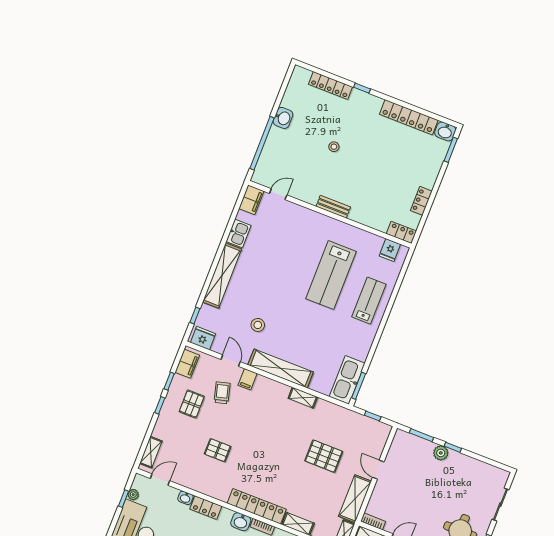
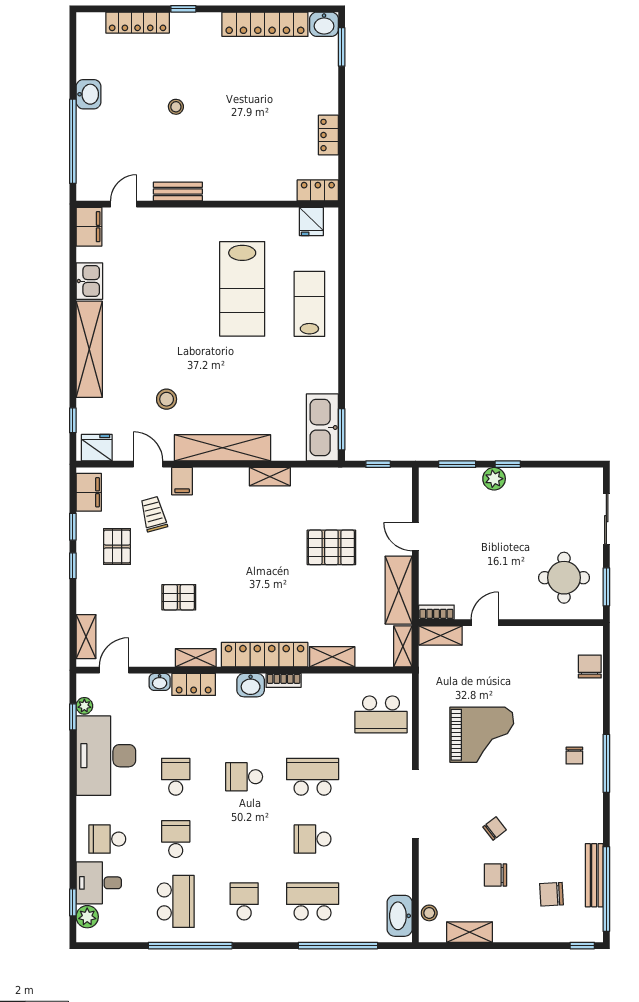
bench: (333, 207) -> (178, 191), moved
shelving: (213, 492) -> (196, 658), added

